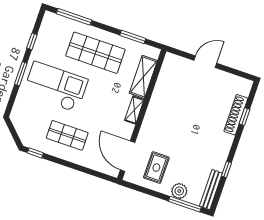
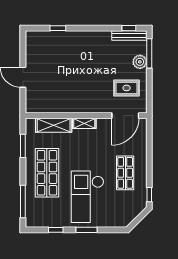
shoe rack: (236, 115) -> (59, 36), removed
window: (226, 169) -> (129, 28), moved

